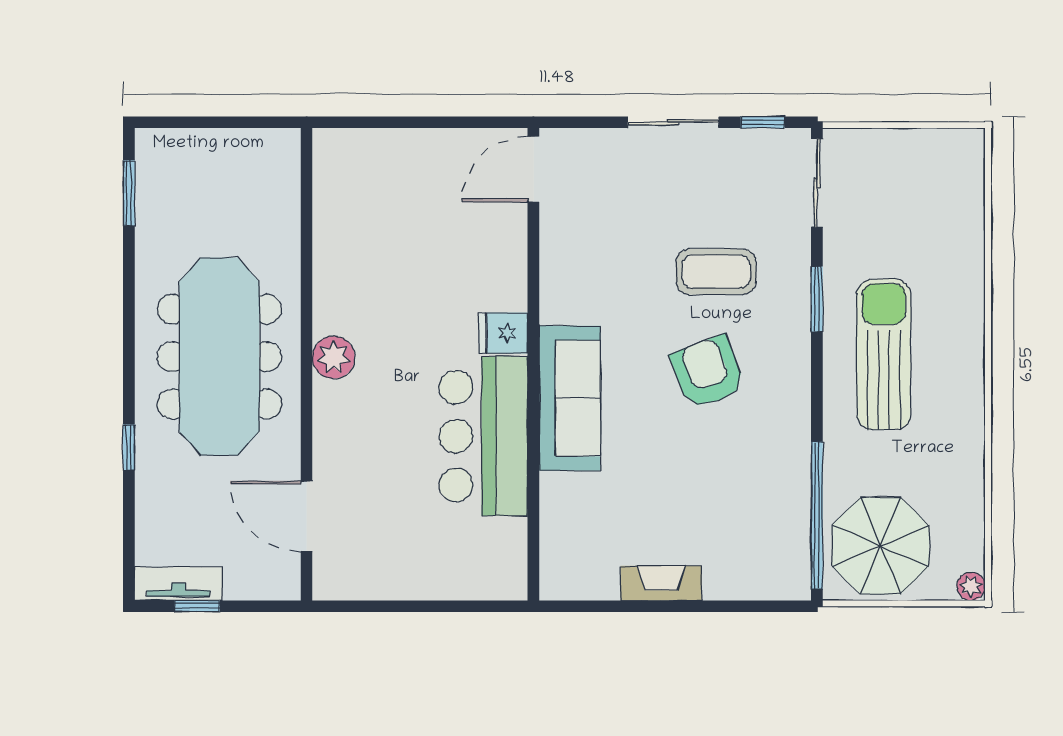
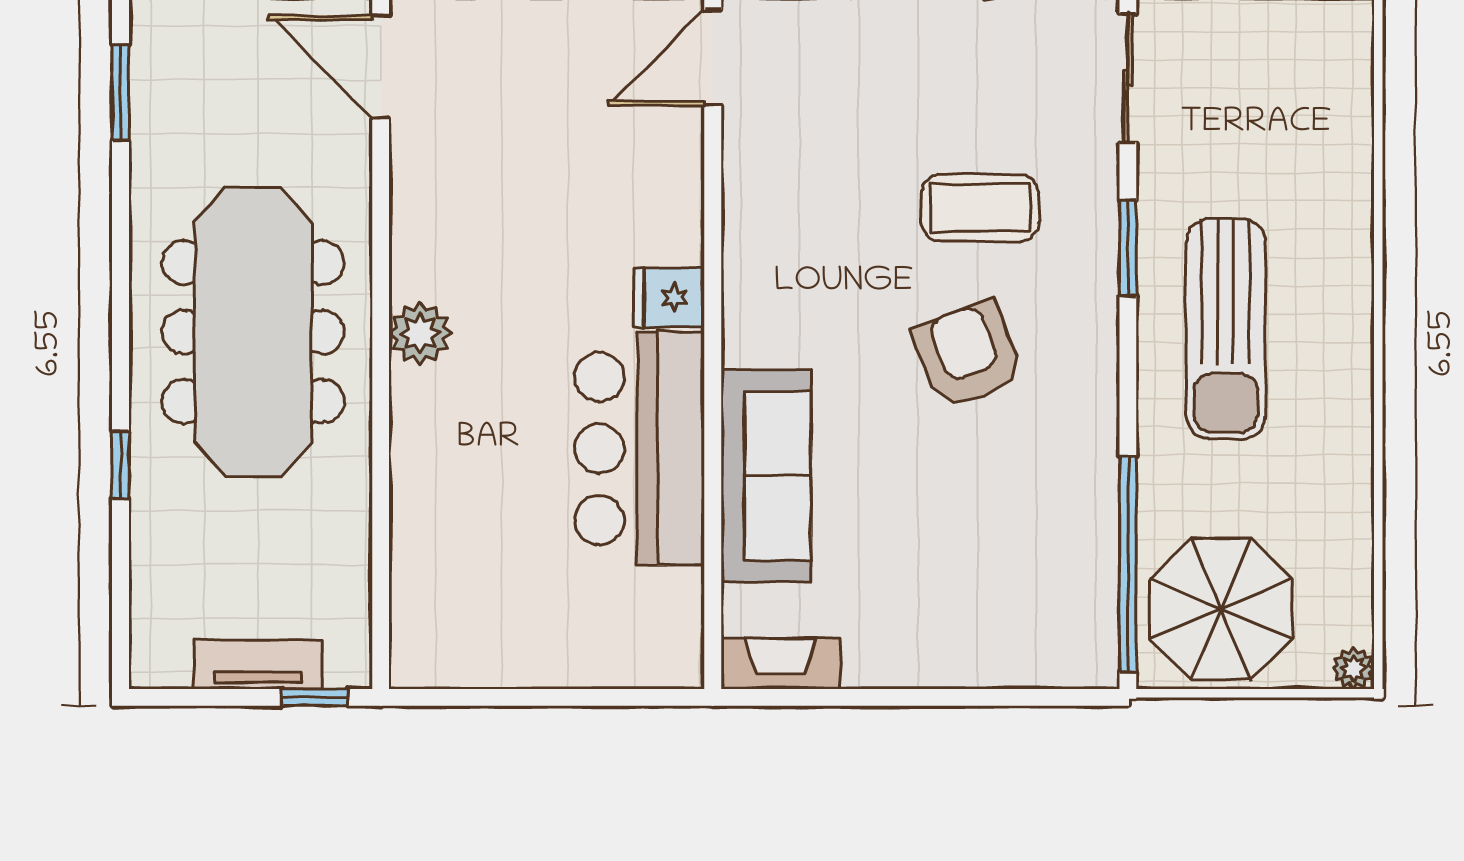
sun lounger: (884, 355) -> (1226, 329), turned 180
sofa: (570, 398) -> (766, 476), moved
door: (307, 516) -> (381, 67), moved
fireplace: (661, 583) -> (781, 664), moved
tv unit: (178, 584) -> (258, 665), moved
window: (197, 606) -> (315, 697), moved

